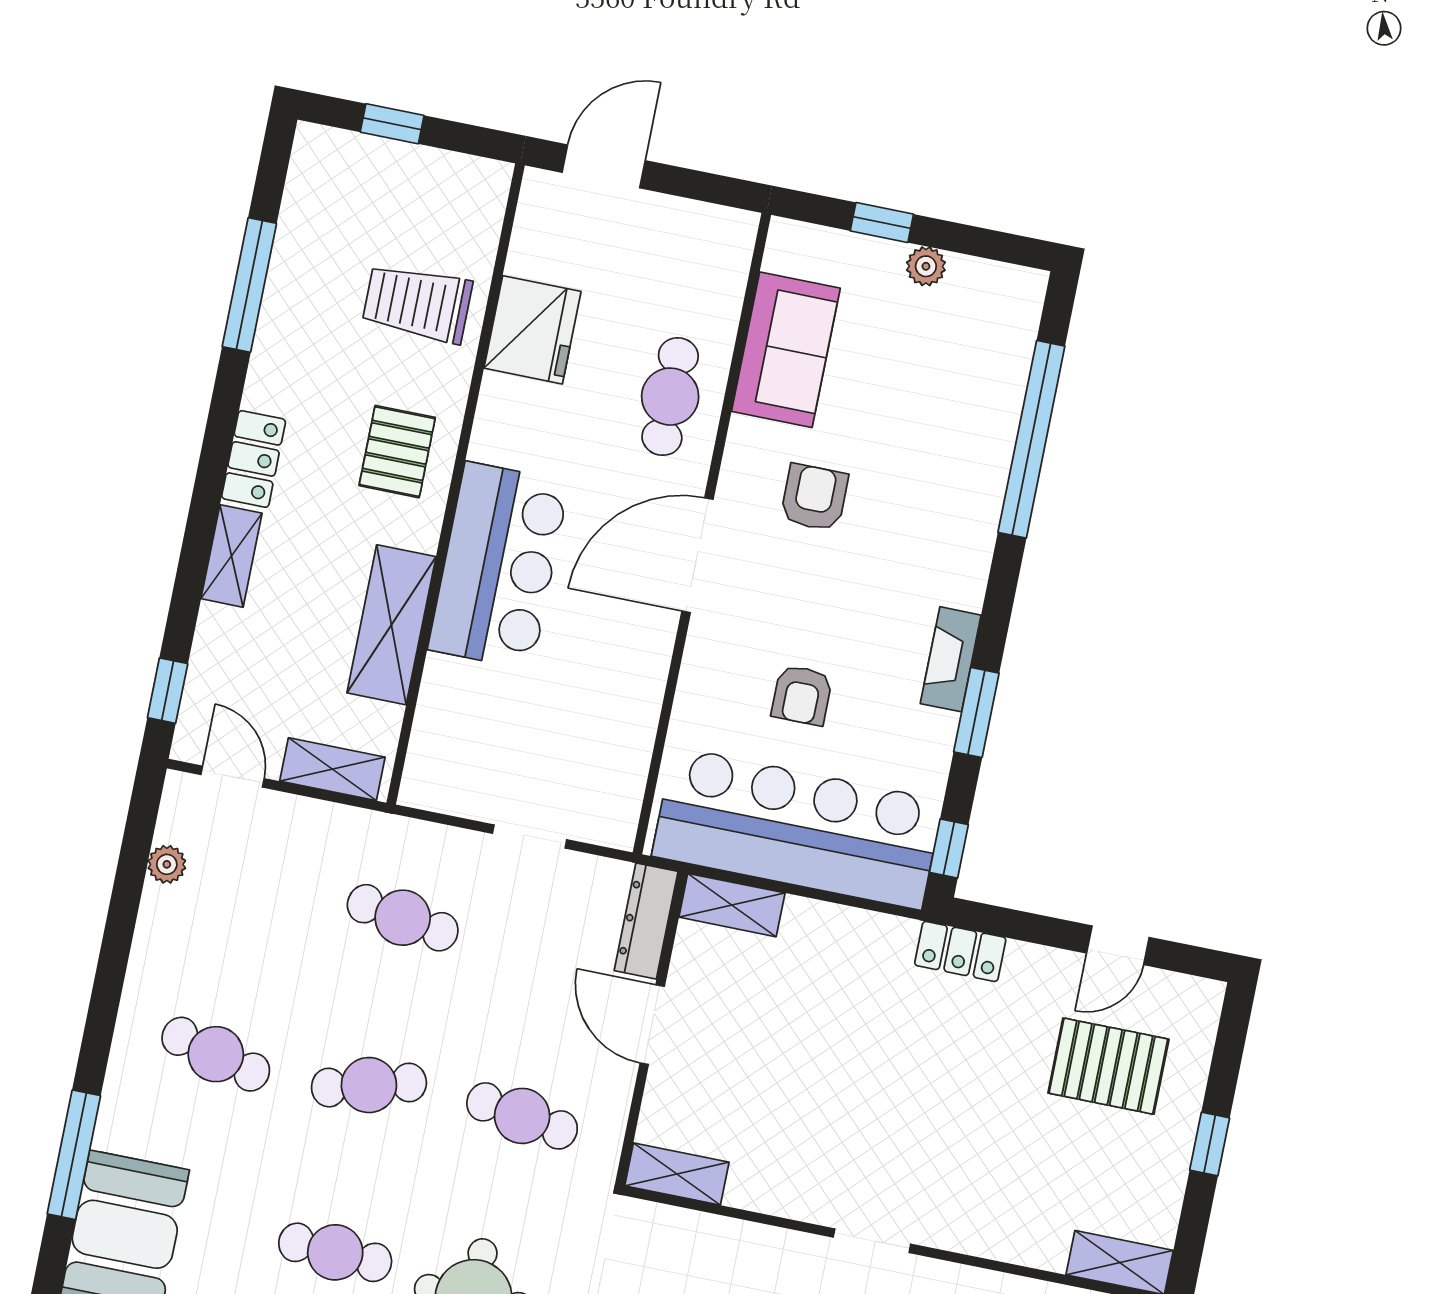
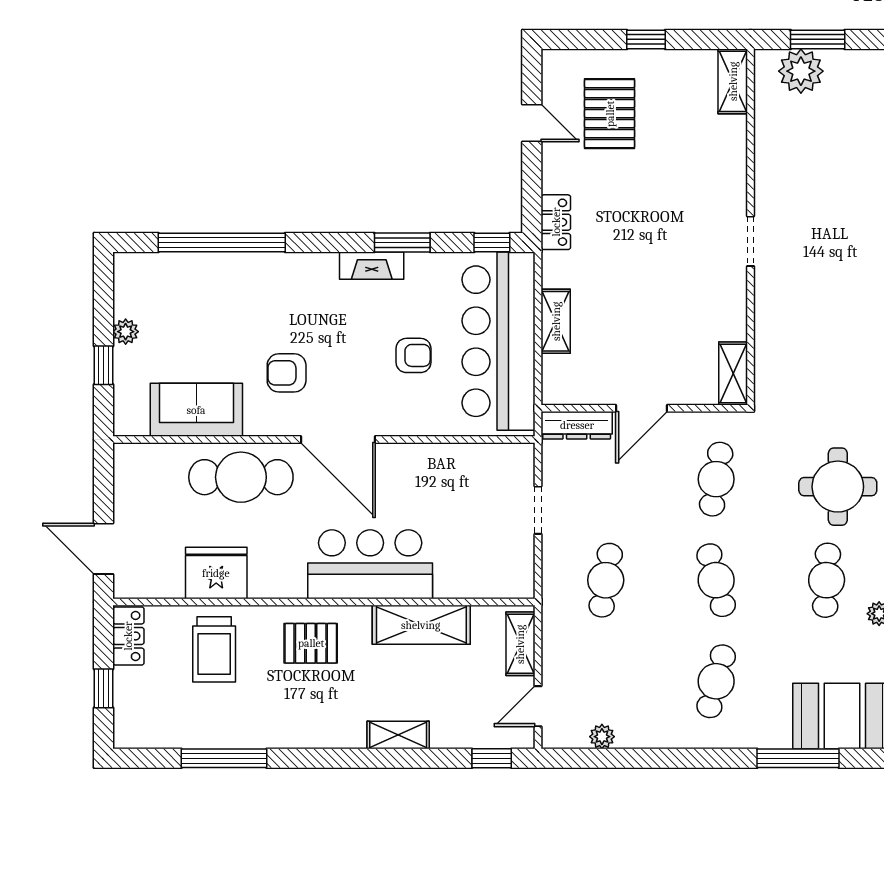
cafe table: (670, 397) -> (241, 477), width x1.37, depth x1.35
locker: (254, 459) -> (128, 636), moved, turned 90
shelving: (732, 905) -> (556, 321), moved

